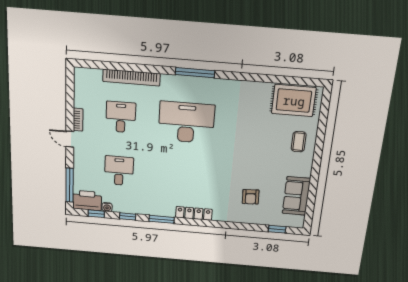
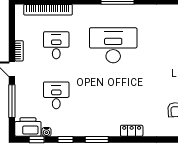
bookcase: (131, 78) -> (48, 10), moved
window: (70, 185) -> (12, 101), moved
locker: (194, 213) -> (132, 131), width x0.66

